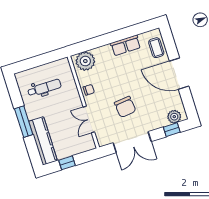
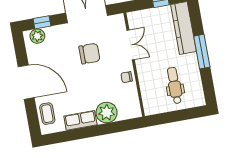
plant: (85, 61) -> (107, 113), moved
dental chair: (44, 88) -> (175, 85), turned 90
chair: (125, 107) -> (89, 54), turned 96

